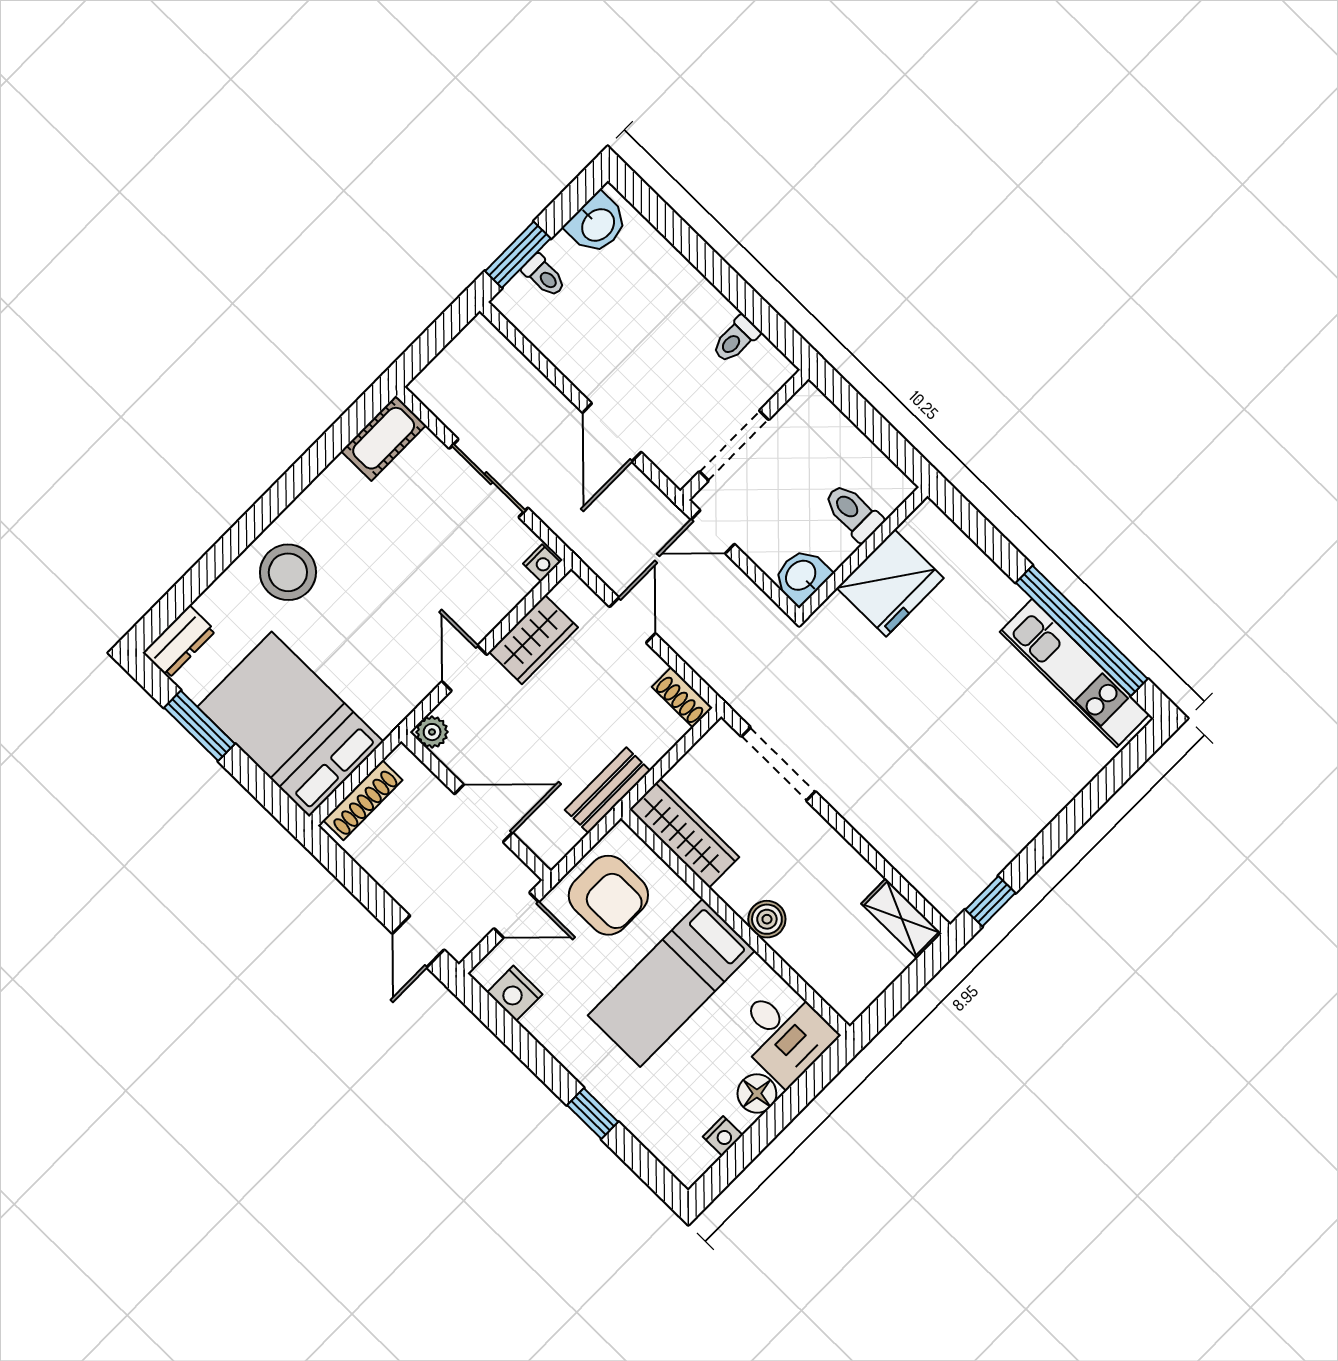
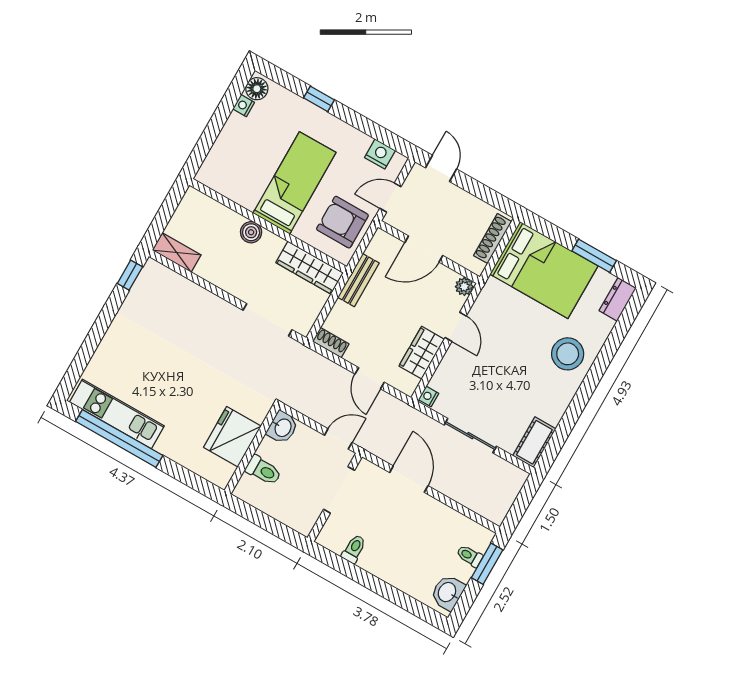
desk: (784, 1034) -> (225, 171), removed
floor lamp: (757, 1093) -> (257, 89), moved

